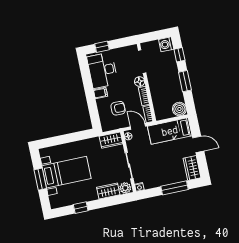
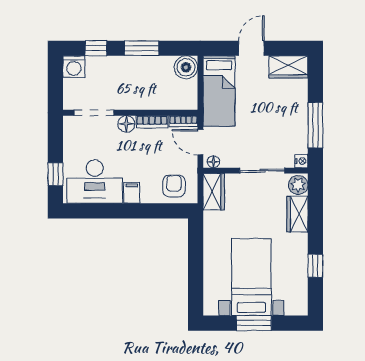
armchair: (118, 108) -> (174, 186), moved
door: (138, 126) -> (200, 142), hinge flipped
window: (175, 188) -> (315, 125), moved

